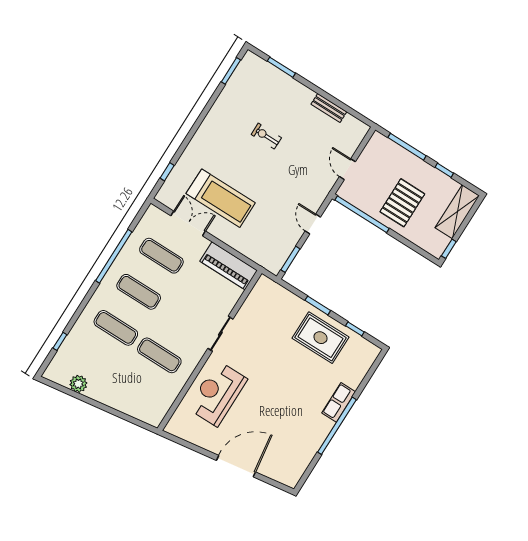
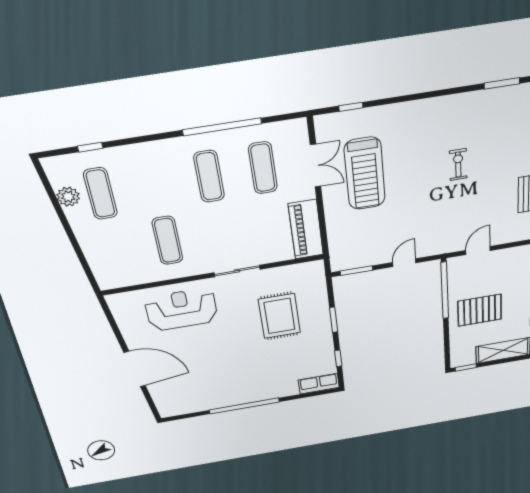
exercise mat: (116, 328) -> (100, 194), moved
rug: (321, 338) -> (279, 316), moved
row of seats: (339, 402) -> (319, 384), moved

